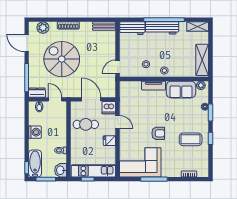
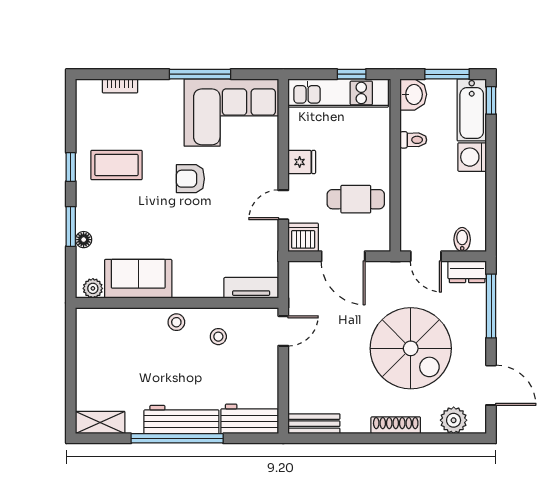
shelving: (202, 60) -> (90, 347), removed
tv unit: (154, 86) -> (251, 288), moved
door: (118, 122) -> (283, 205), hinge flipped
washing machine: (35, 132) -> (472, 157), moved

